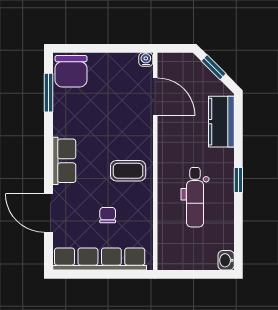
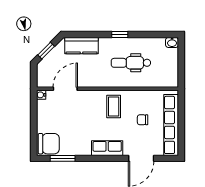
dental chair: (195, 197) -> (131, 63), turned 180

